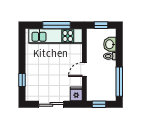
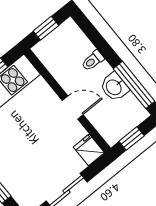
washbasin: (110, 44) -> (114, 87), moved
door: (84, 70) -> (73, 107), swing flipped

